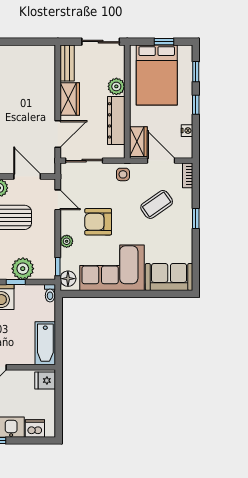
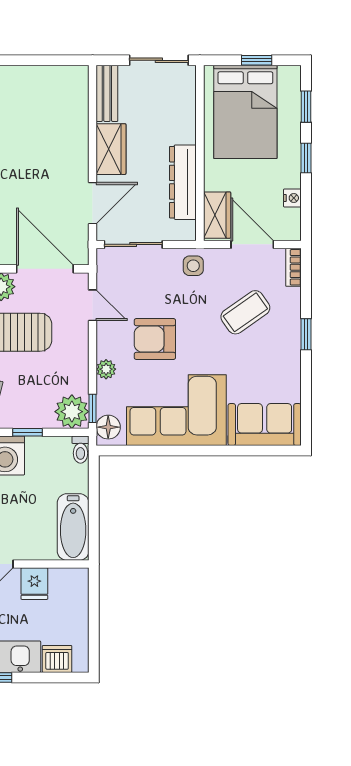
plant: (116, 86) -> (183, 130), removed
door: (27, 176) -> (45, 269), width x1.36
plant: (23, 269) -> (72, 412), moved
fridge: (45, 380) -> (34, 584), moved, turned -90

